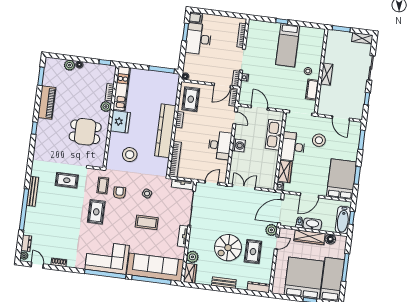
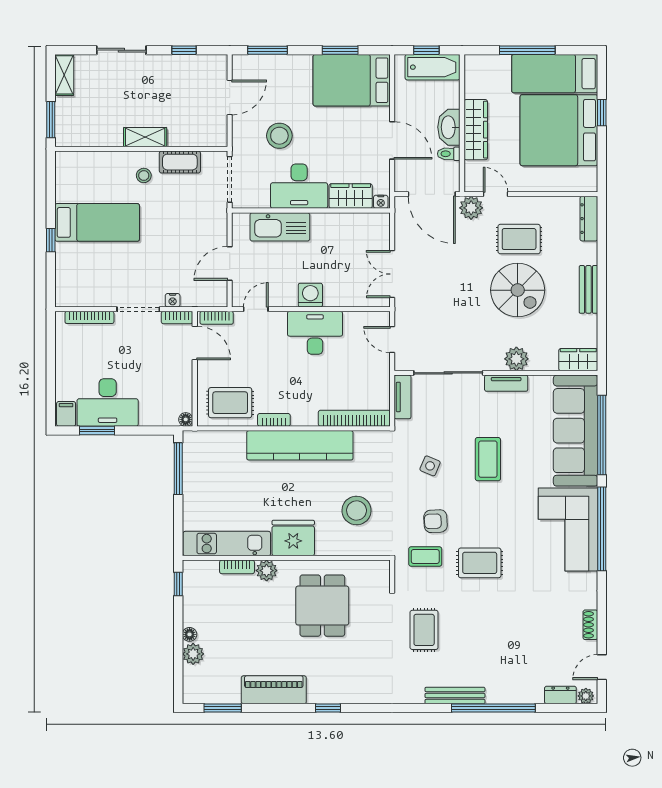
floor lamp: (330, 239) -> (474, 88), removed
plant: (192, 257) -> (516, 359), moved

